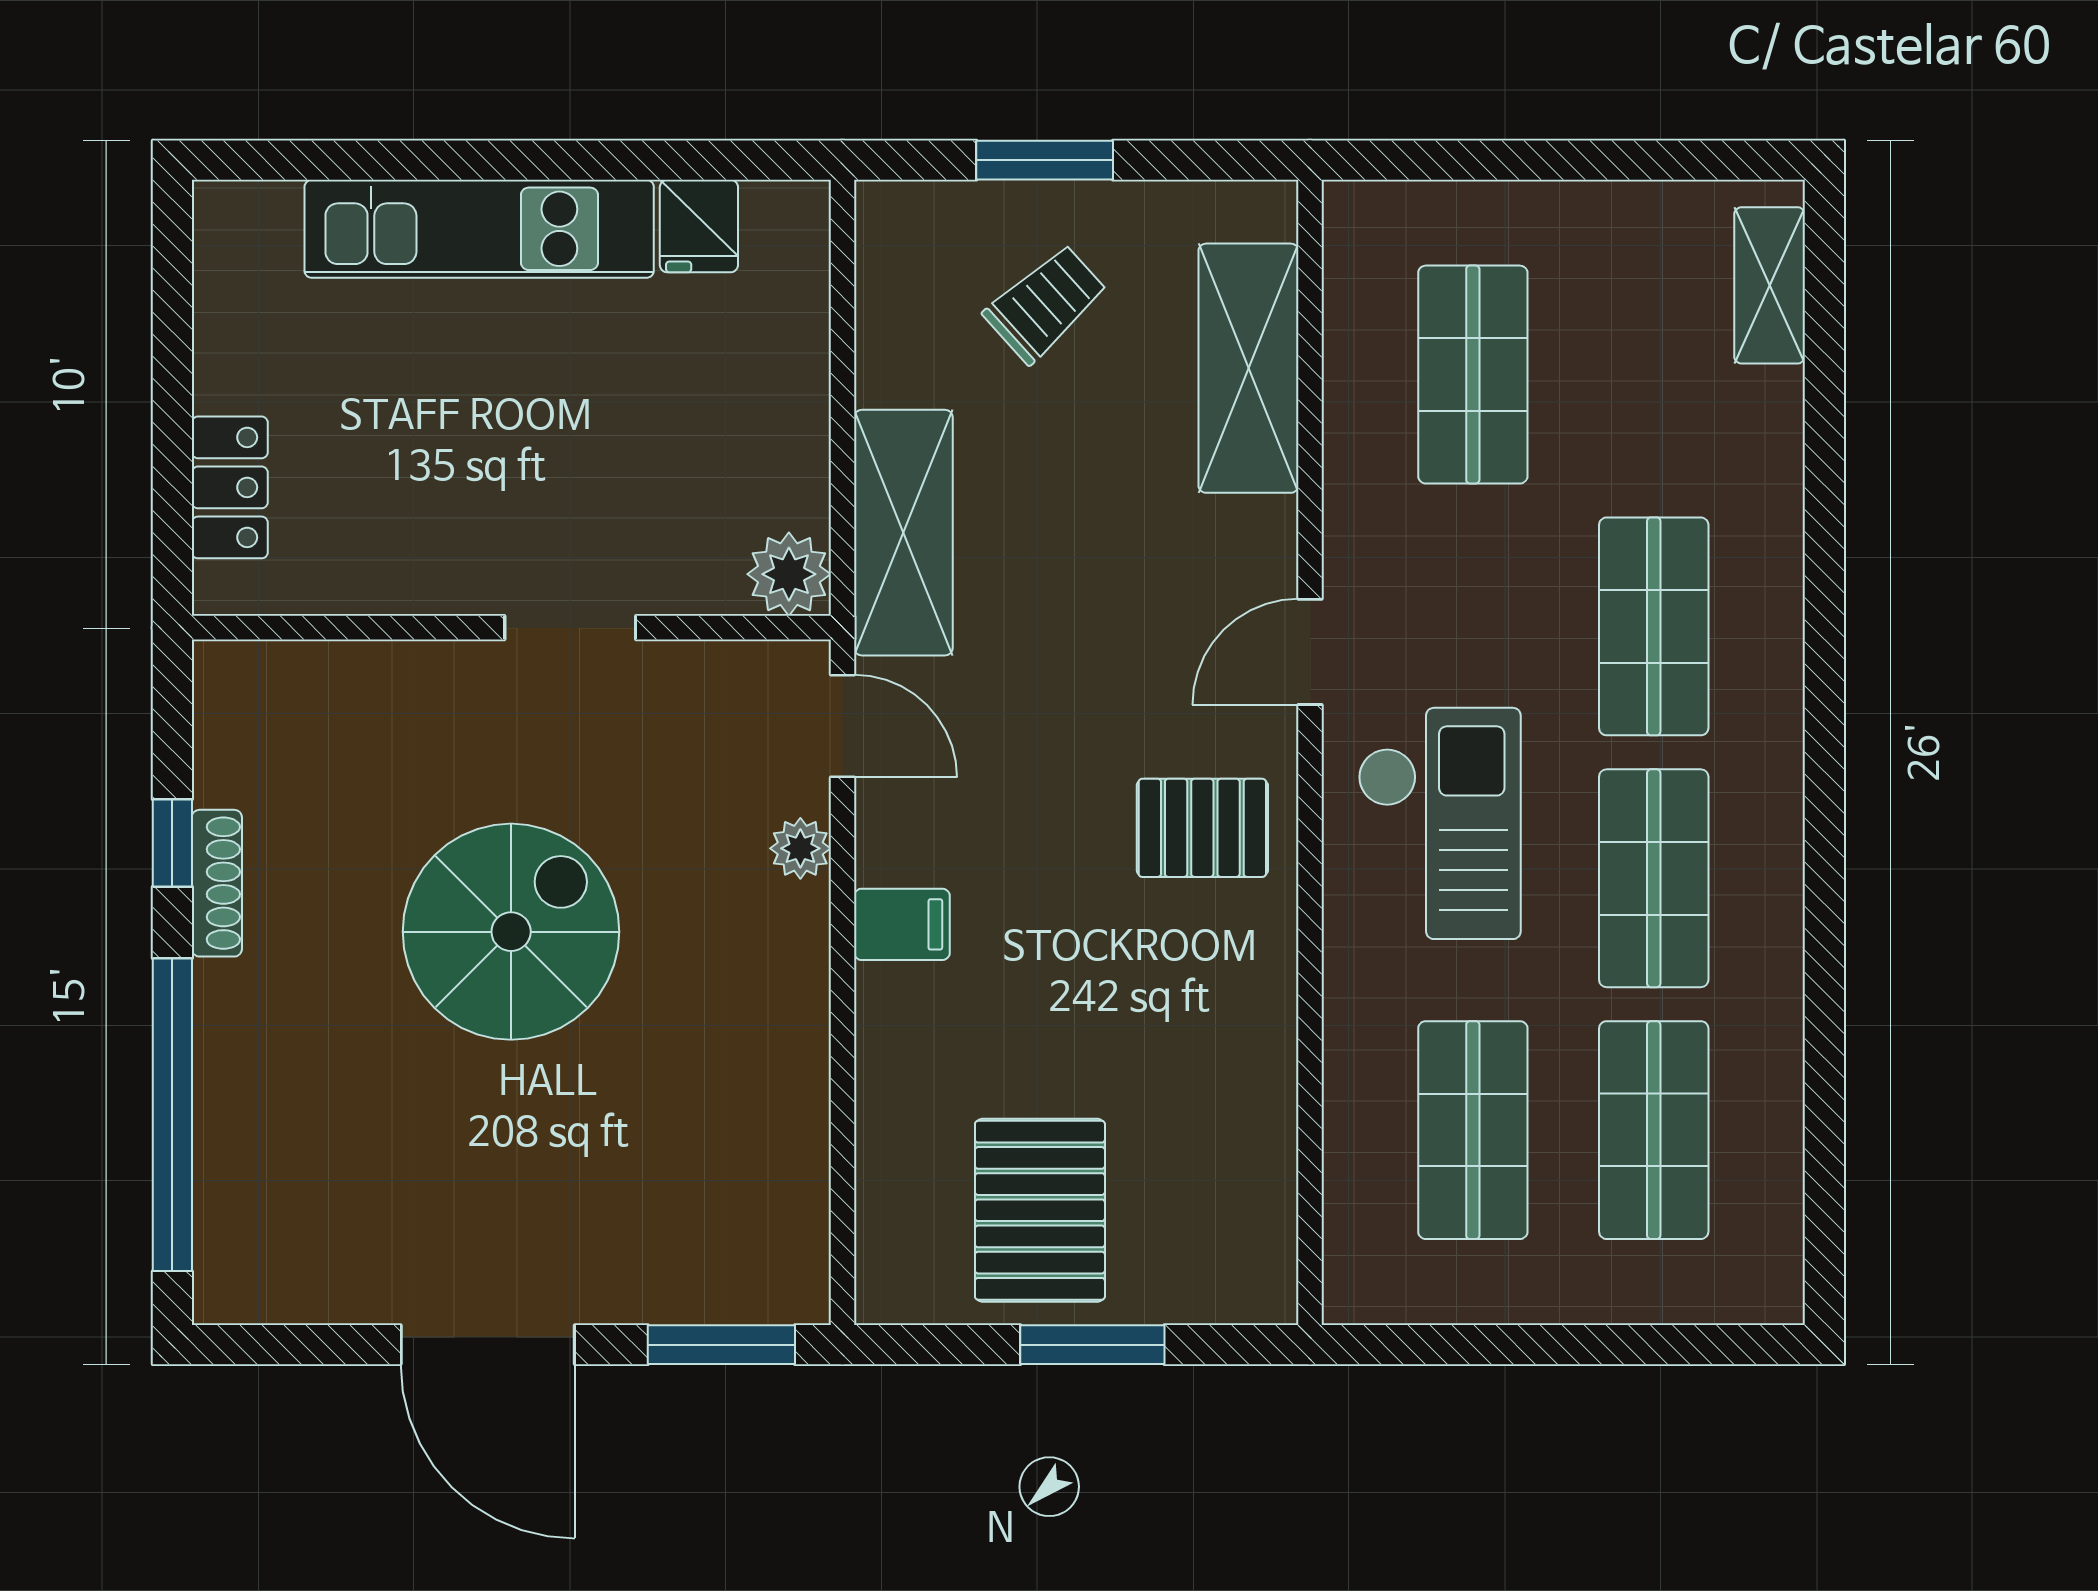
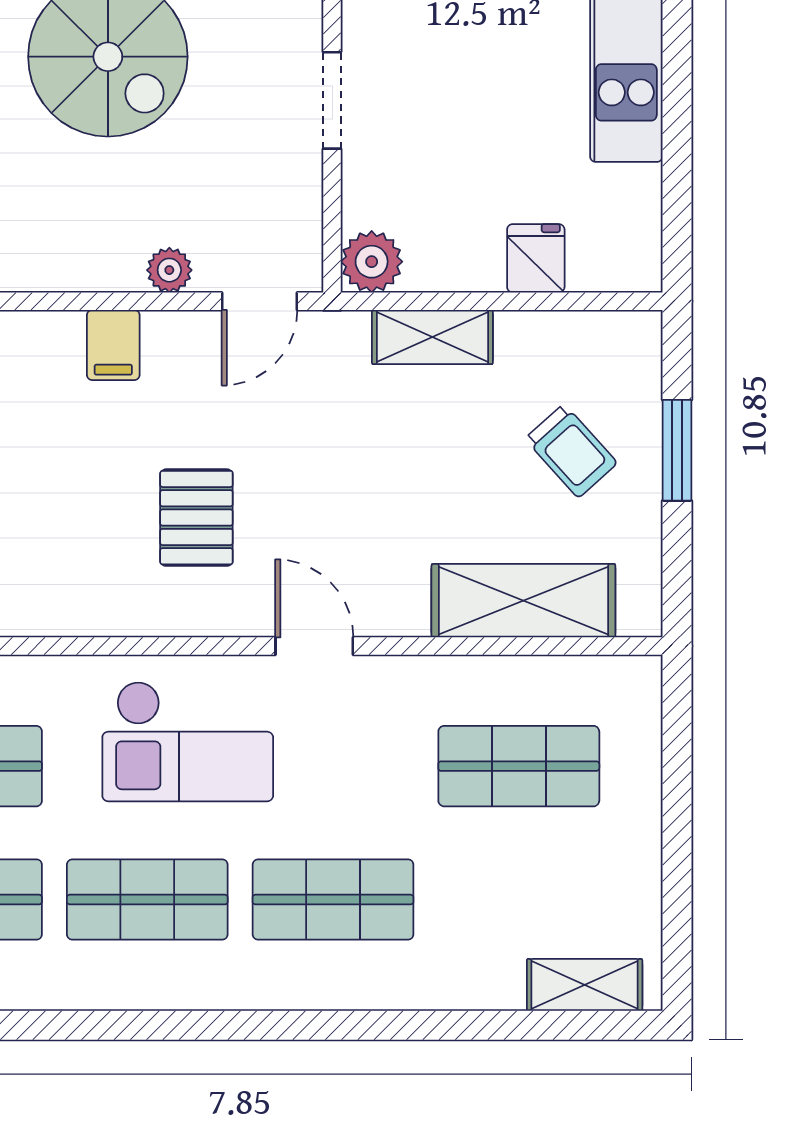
fridge: (699, 226) -> (536, 258), moved, turned 90
shelving: (903, 533) -> (432, 337), width x0.67, depth x0.75
pallet: (1202, 828) -> (196, 518), moved

